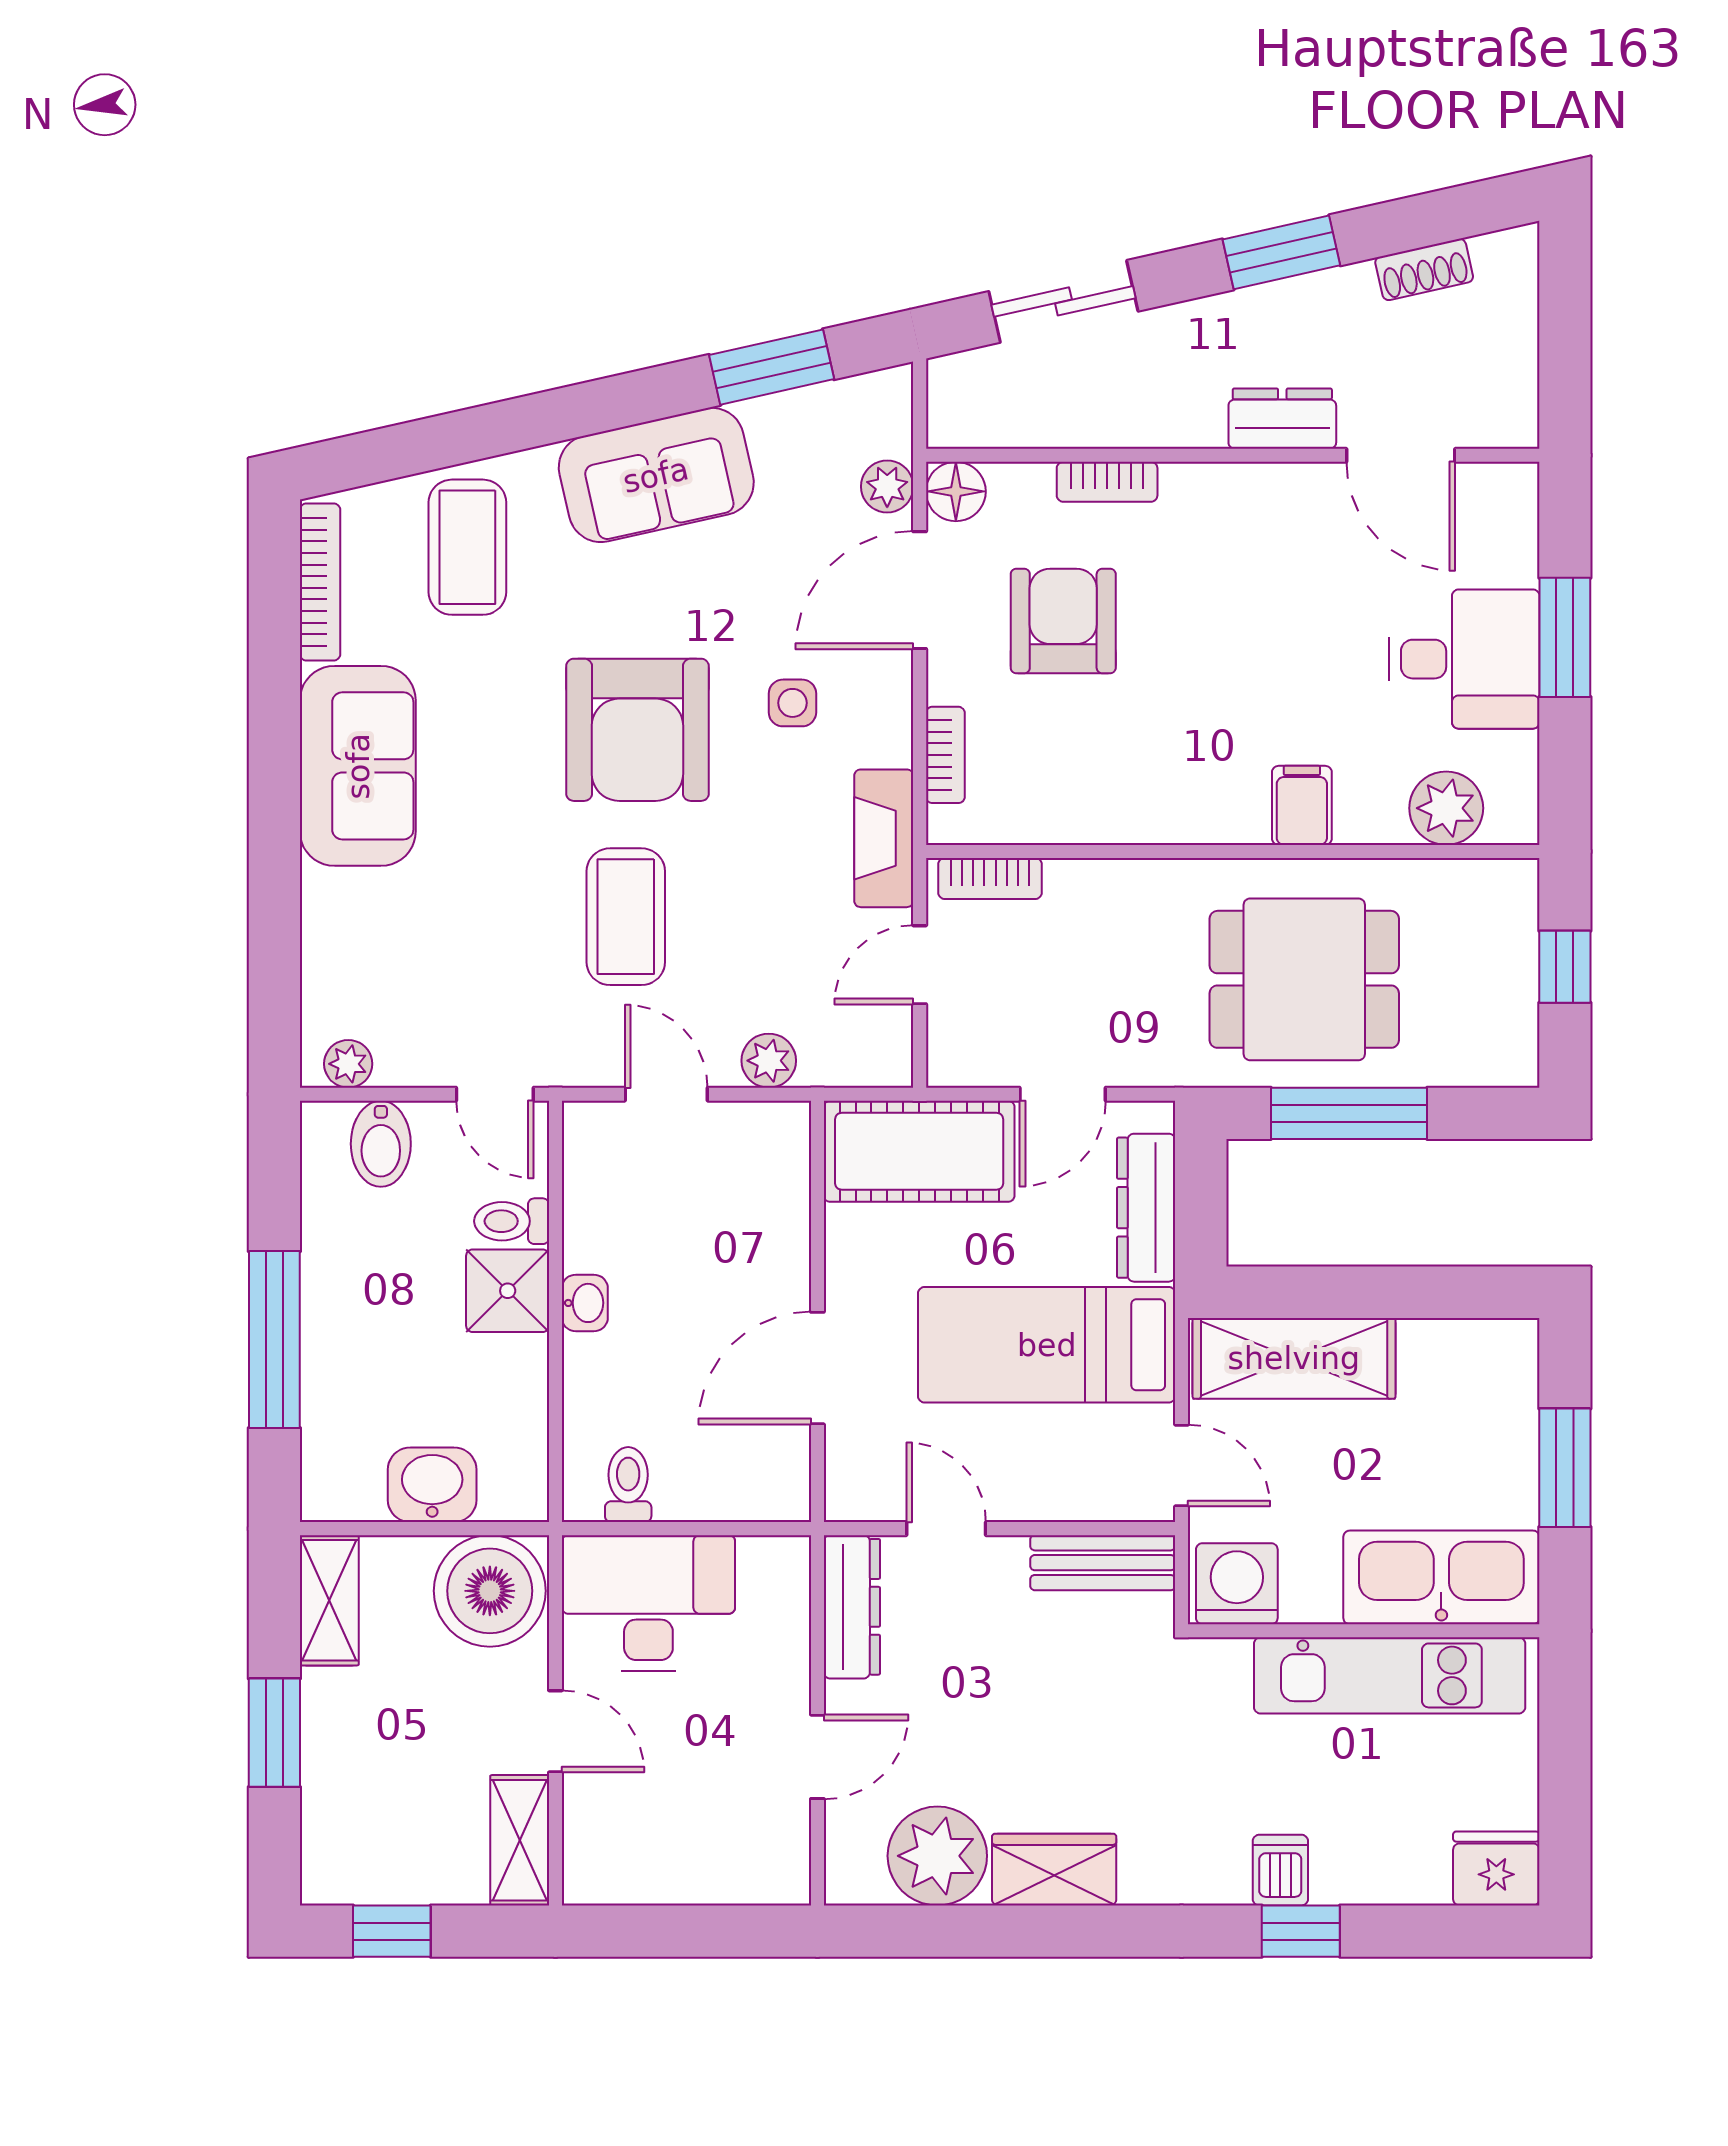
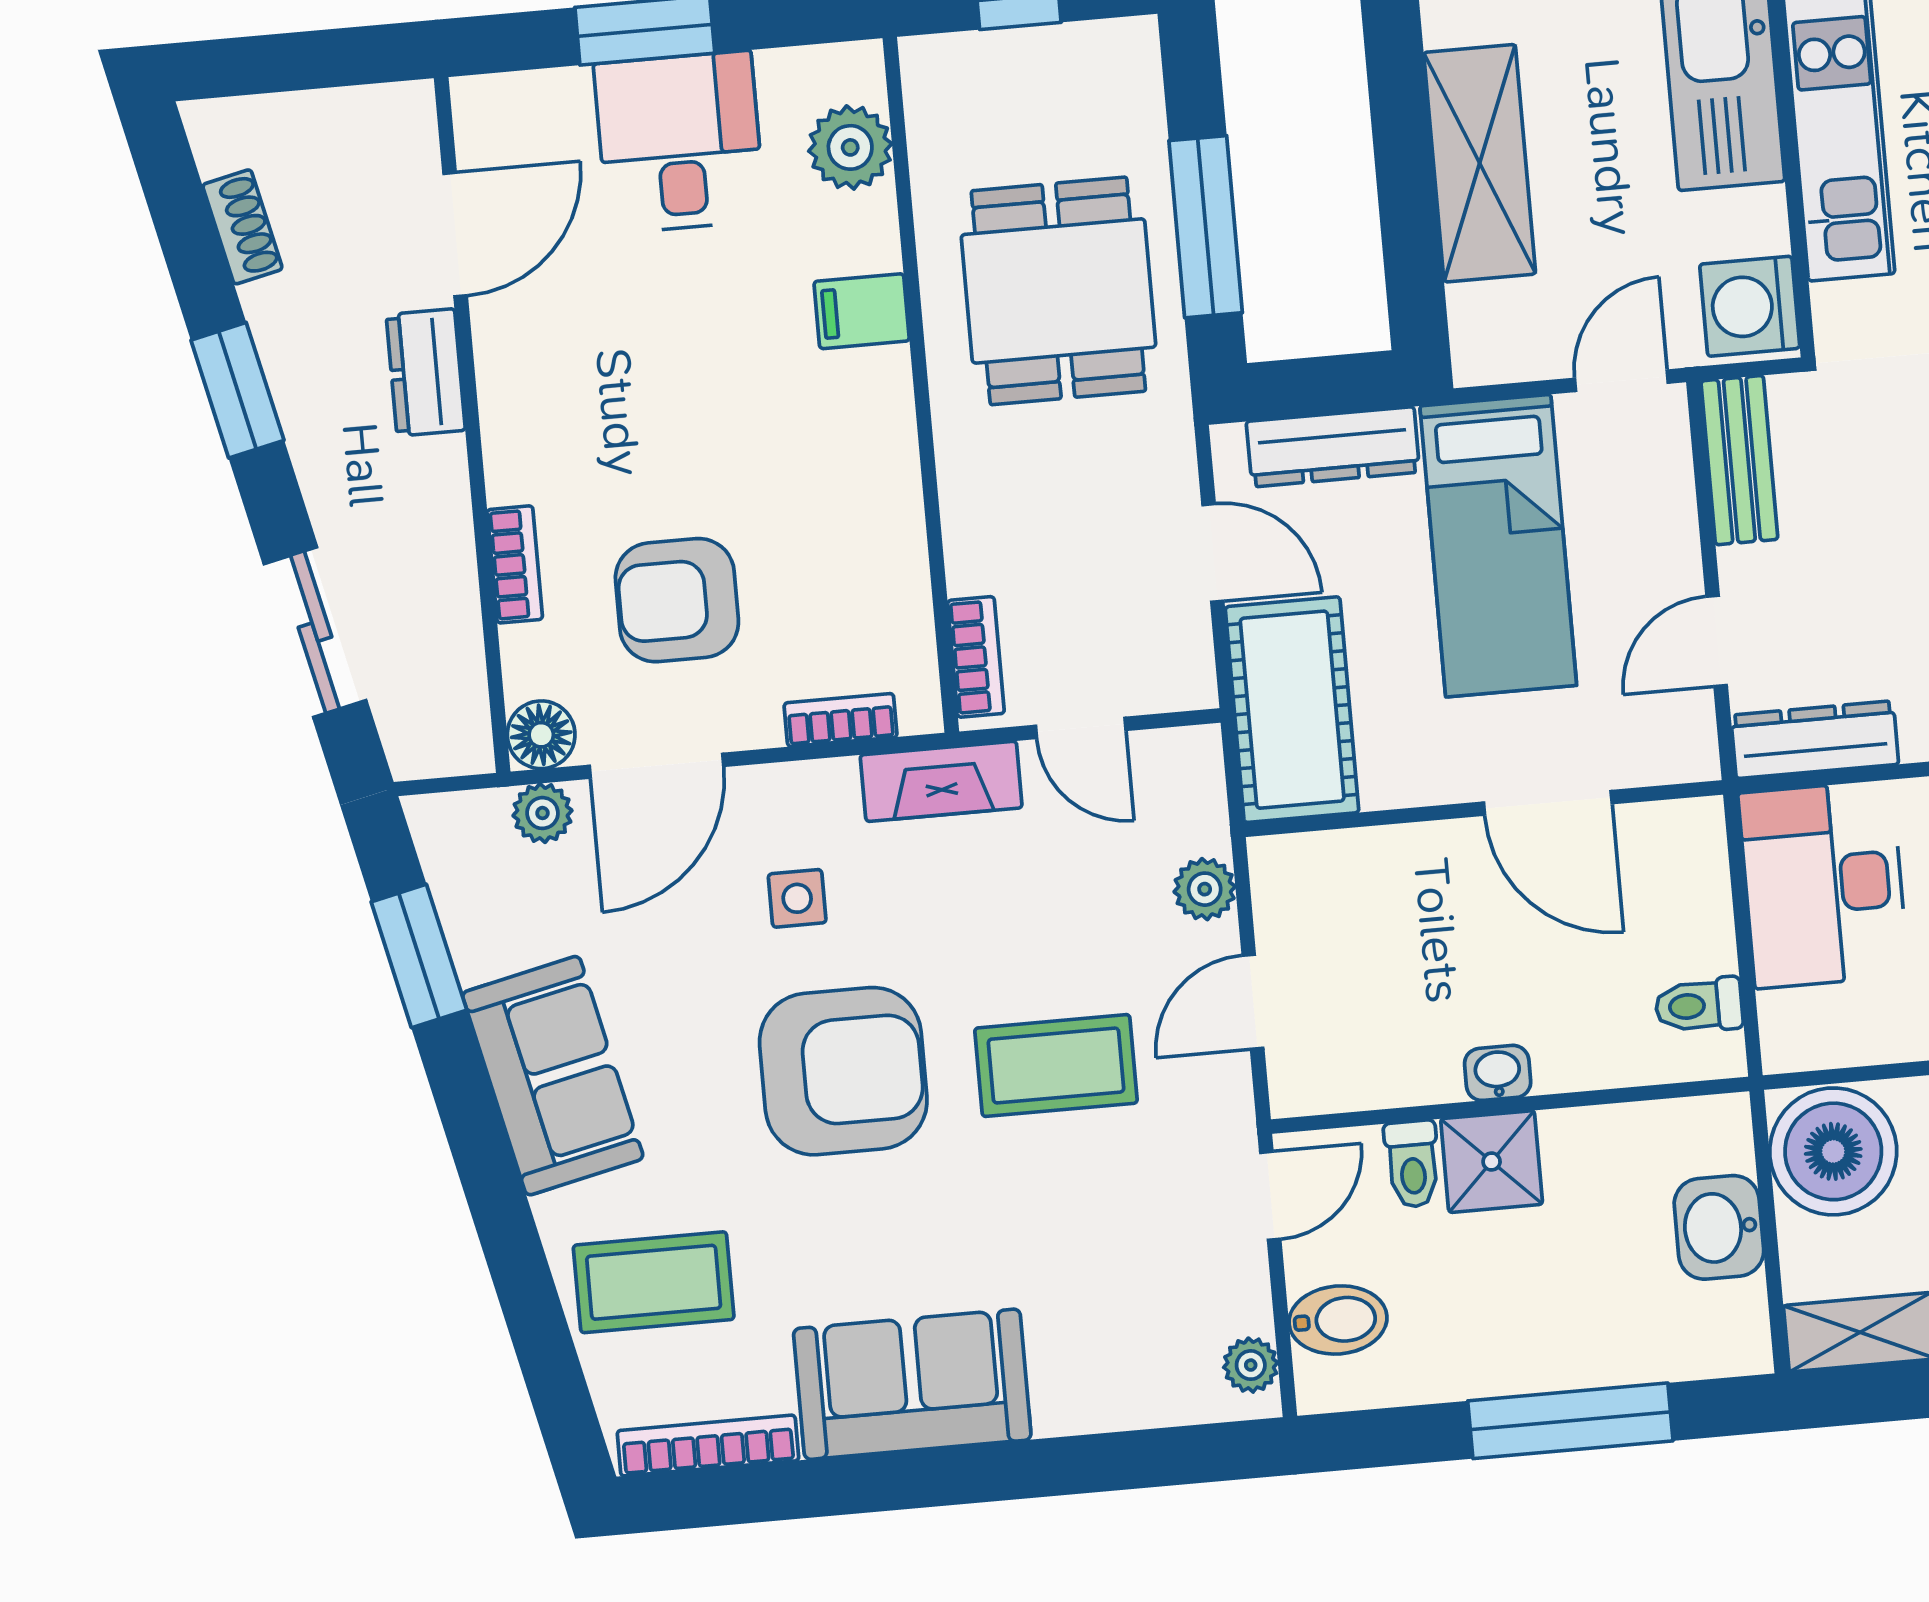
door: (920, 590) -> (657, 766), hinge flipped
shelving: (1294, 1358) -> (1480, 163), moved
desk: (648, 1603) -> (1823, 884), moved

